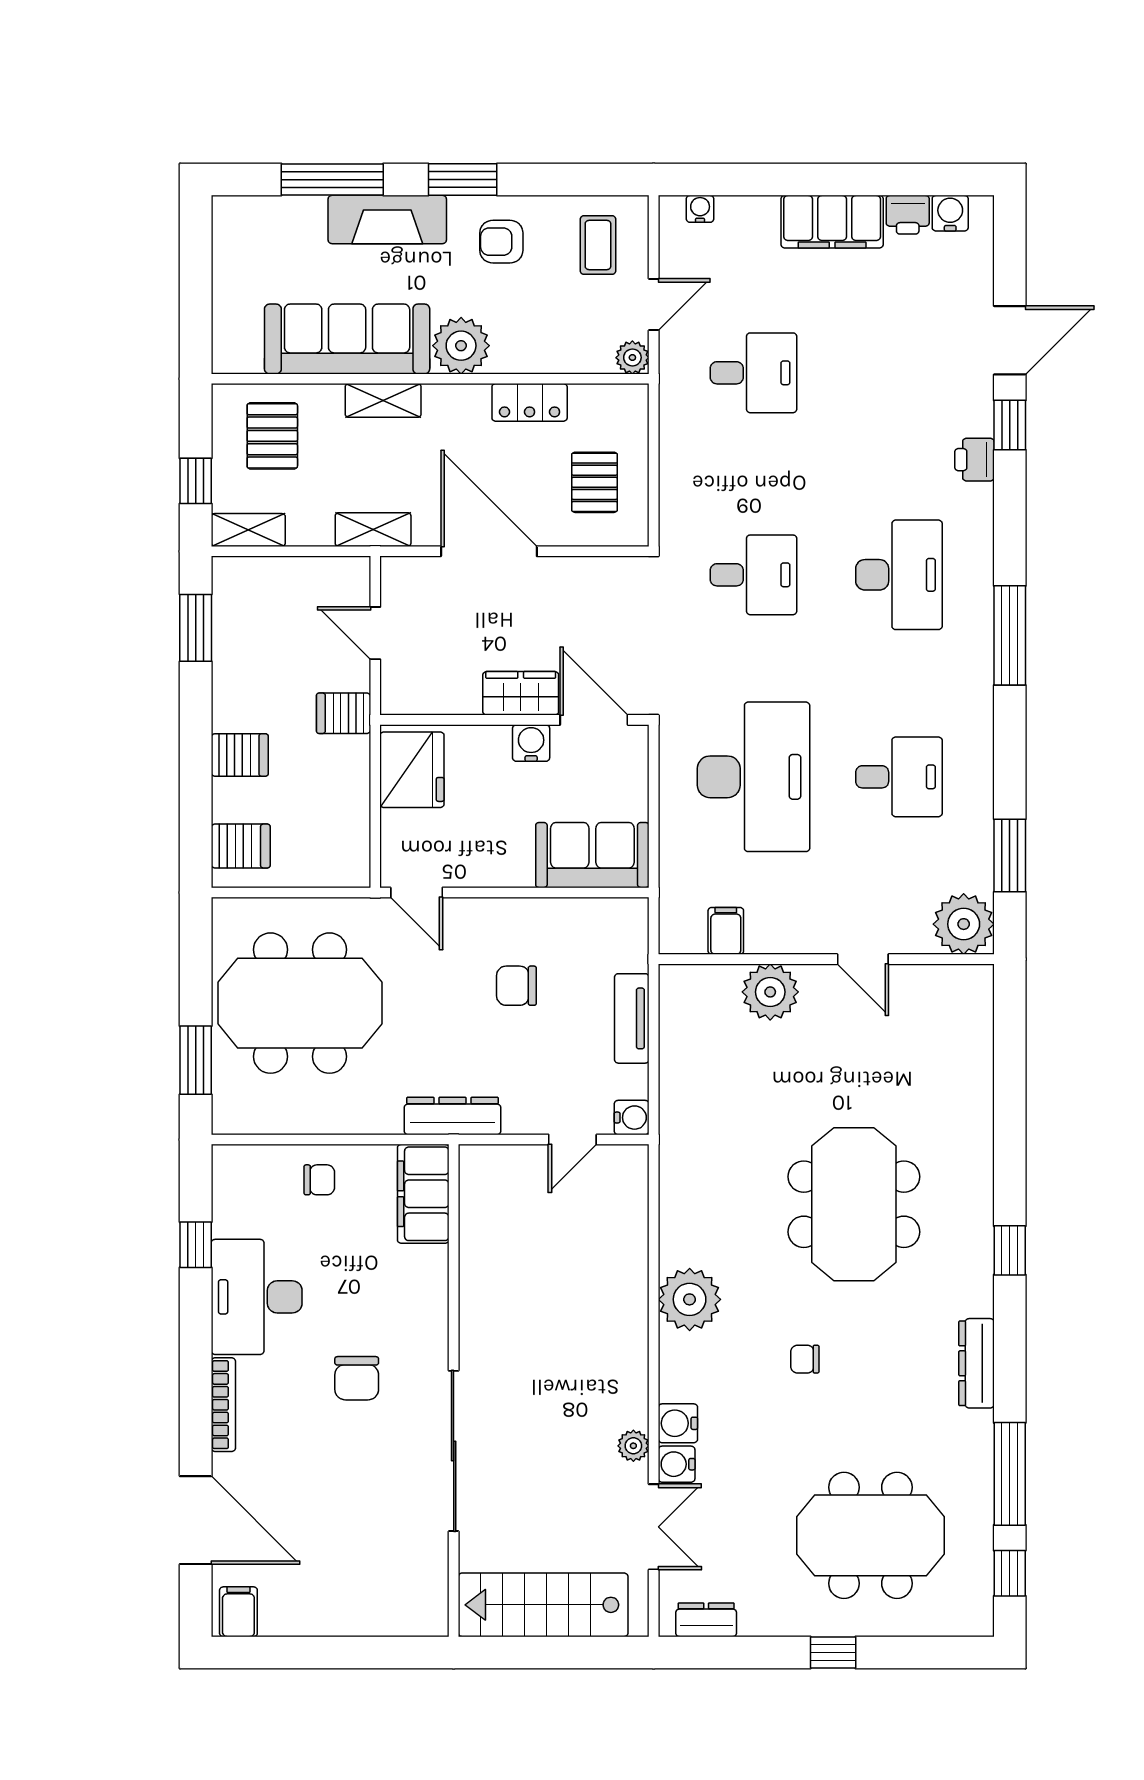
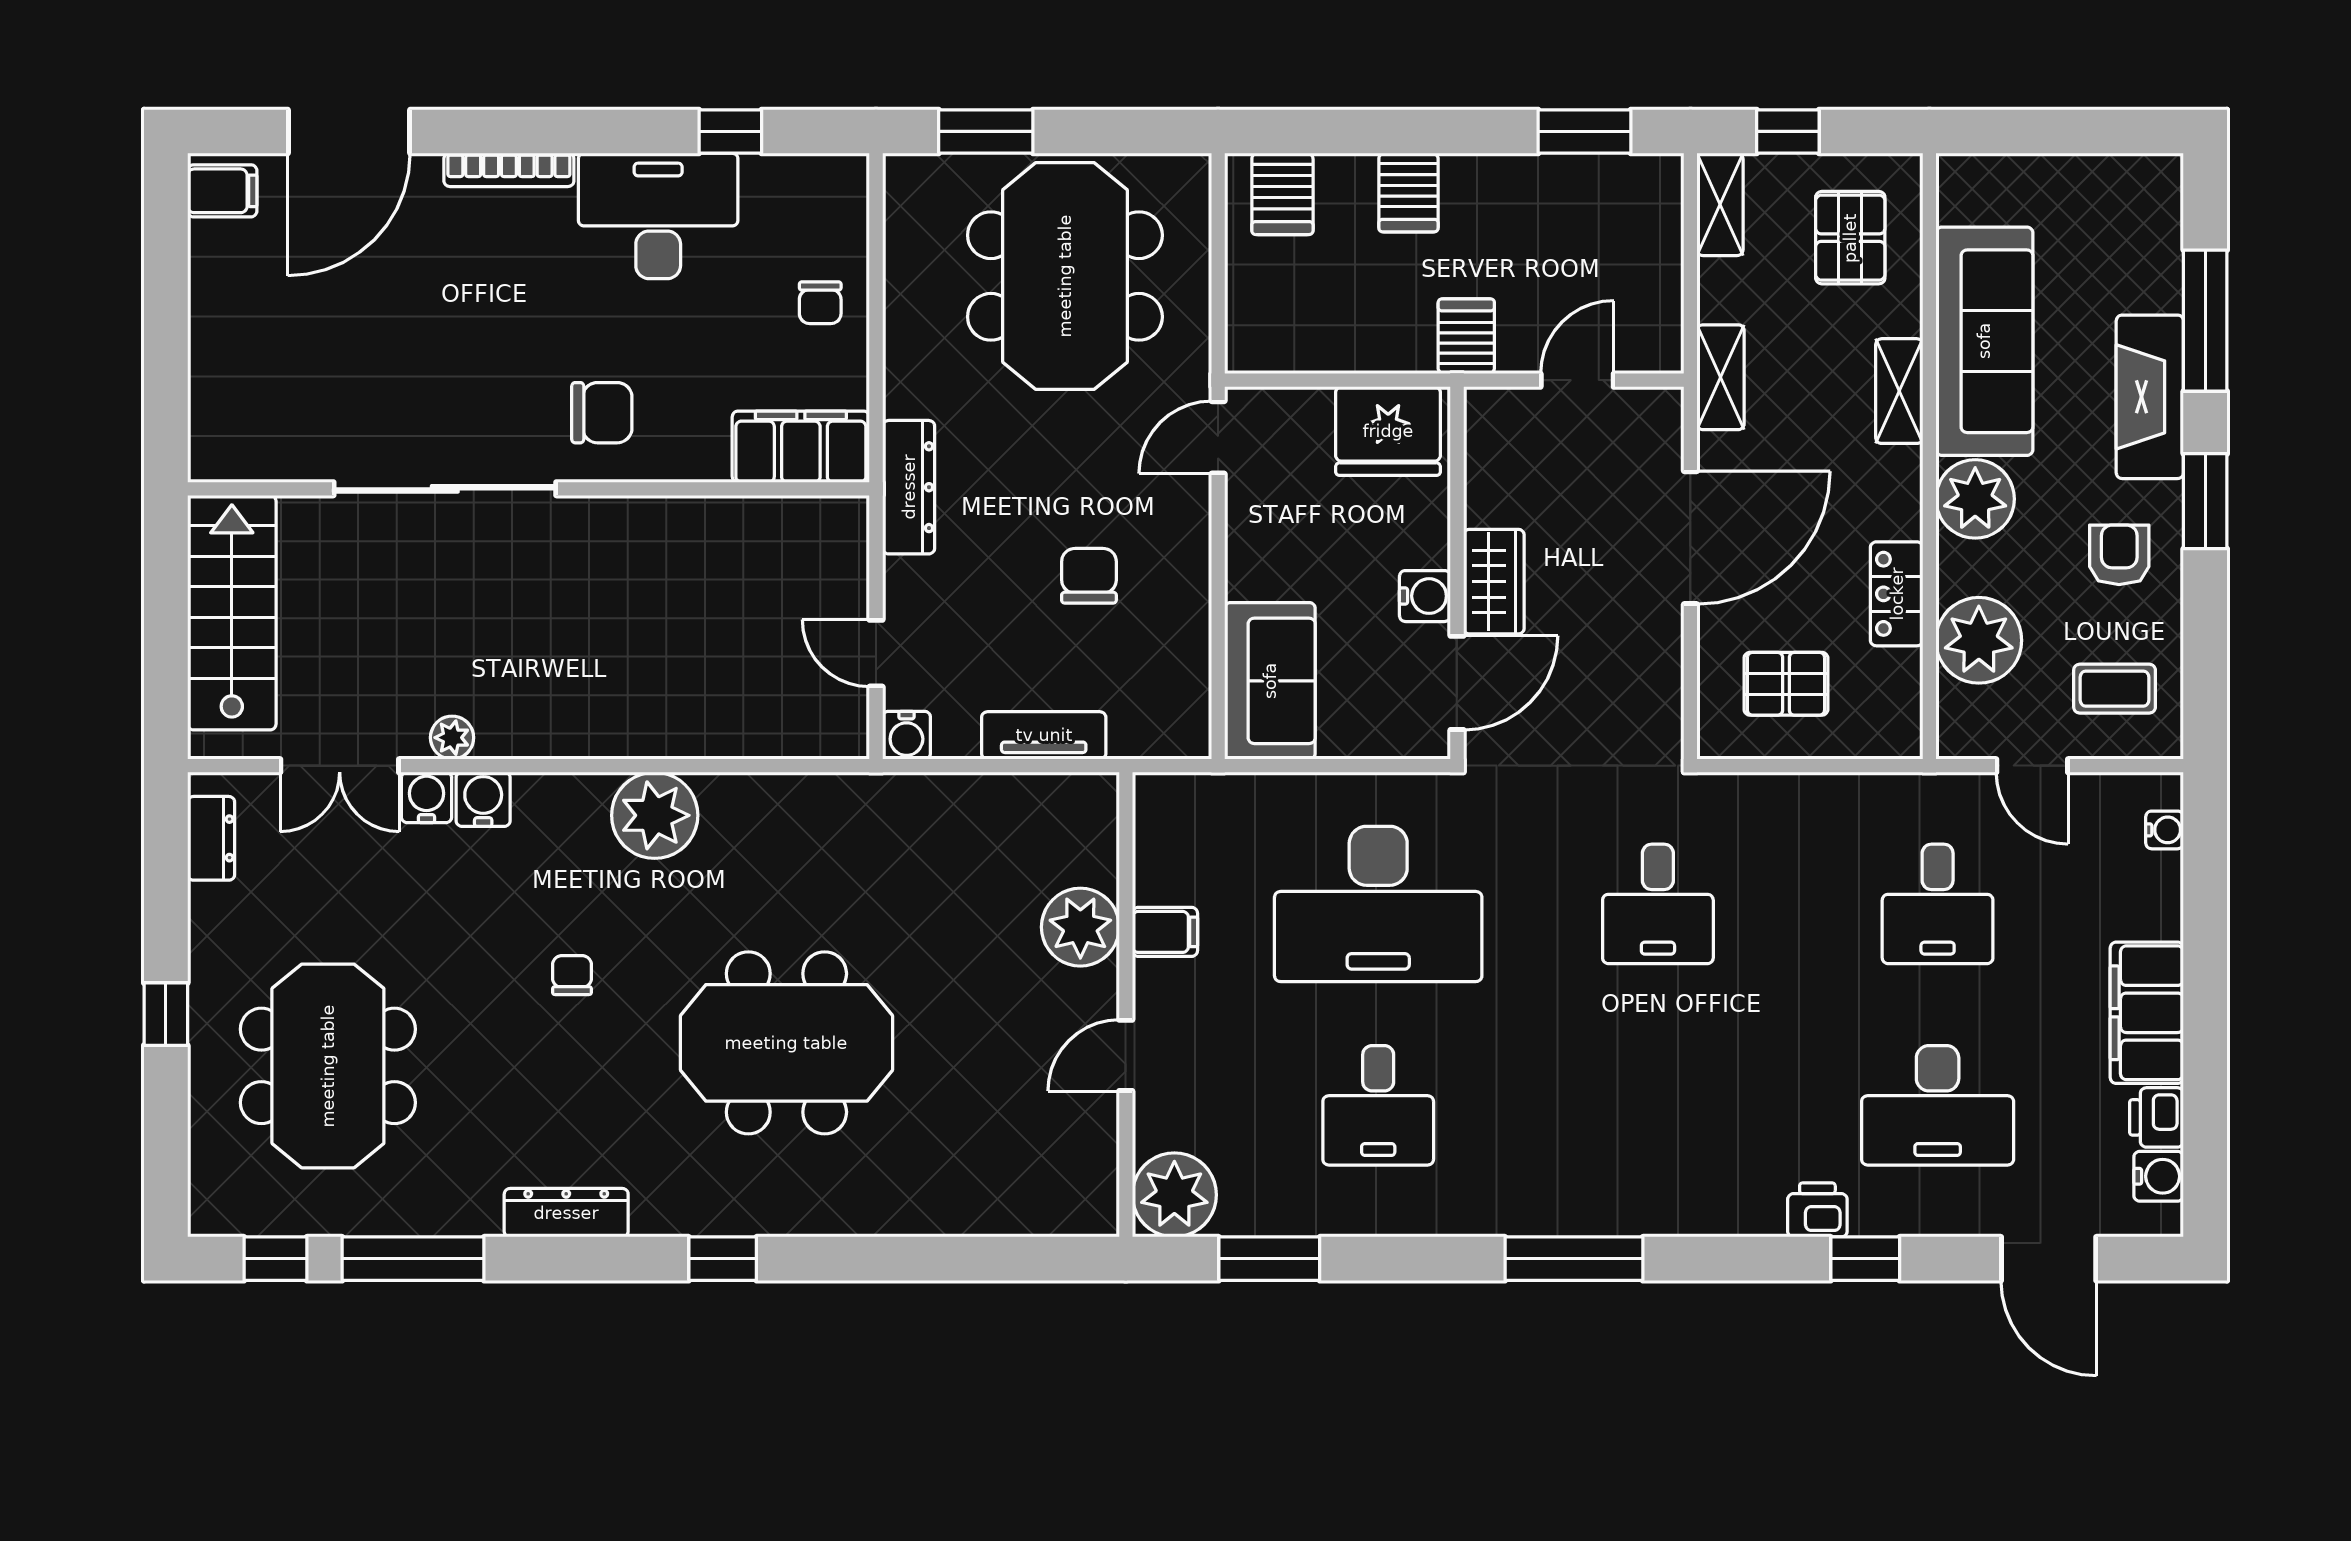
door: (1010, 340) -> (2049, 1259), moved
plant: (632, 358) -> (1979, 640), moved, width x1.87, depth x1.87
pallet: (272, 436) -> (1850, 238), turned 90
desk: (899, 575) -> (1938, 1105), moved
filing cabinet: (726, 931) -> (1165, 932), moved
chair: (357, 1378) -> (602, 413), moved, turned 180

